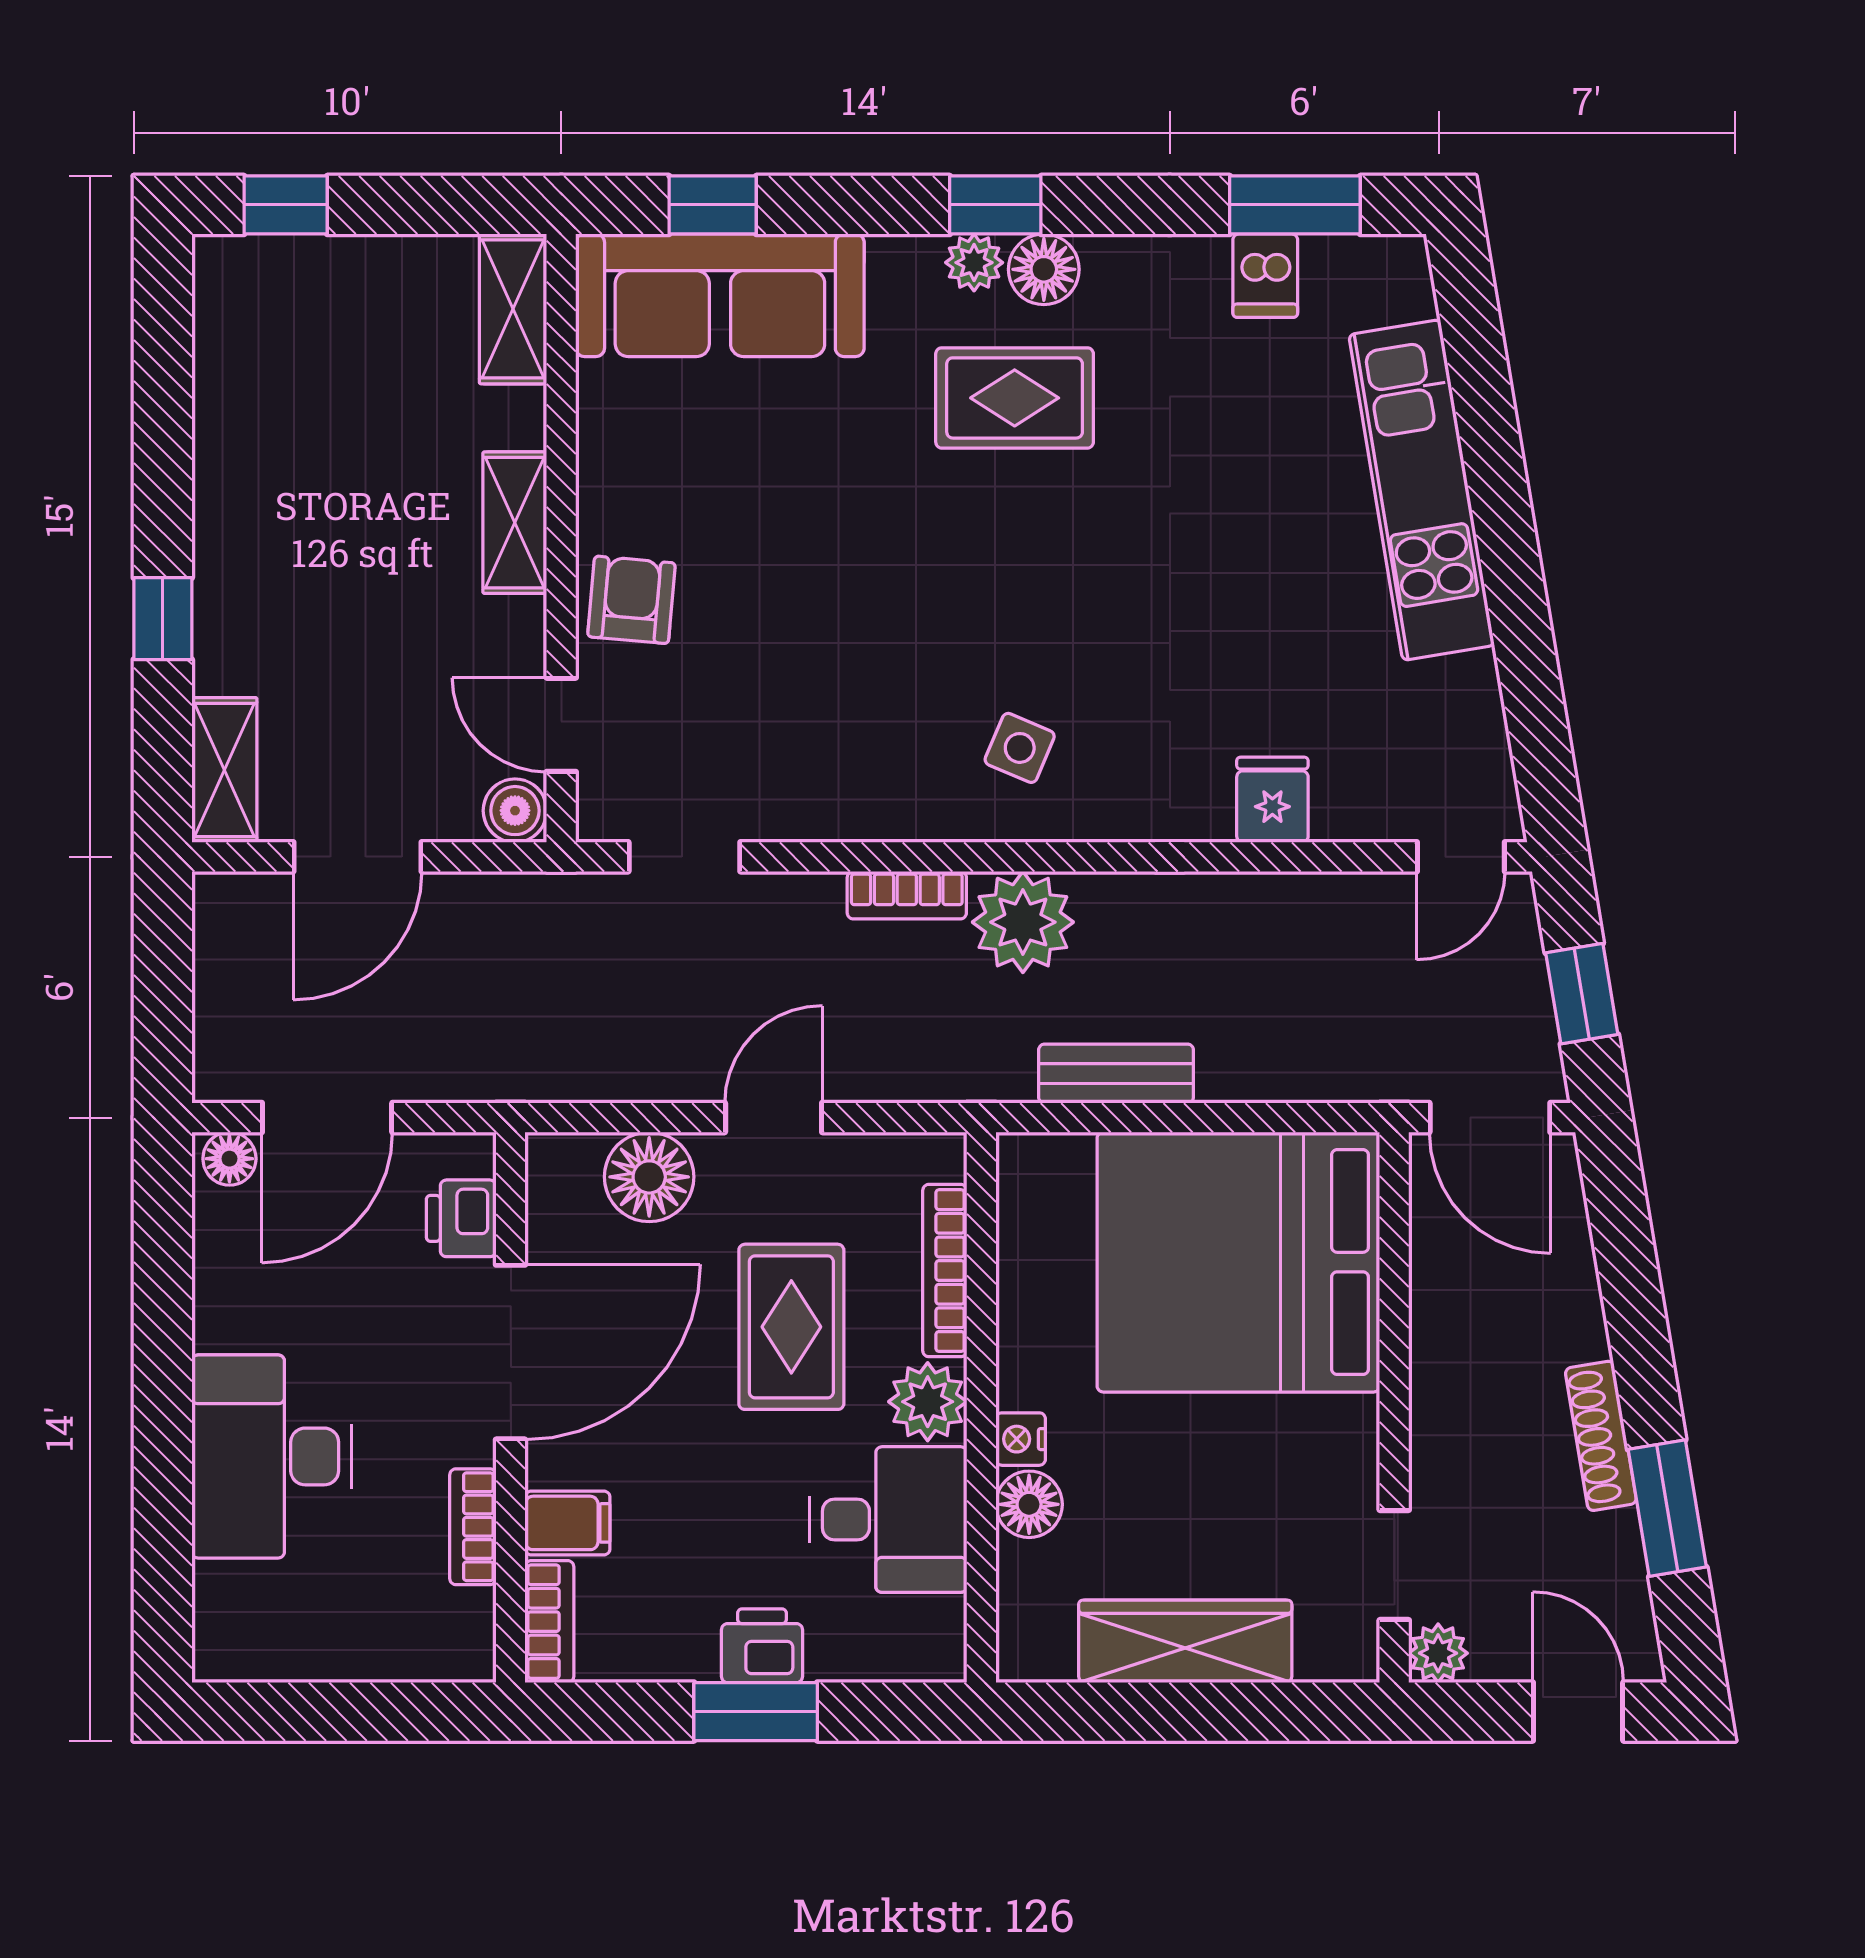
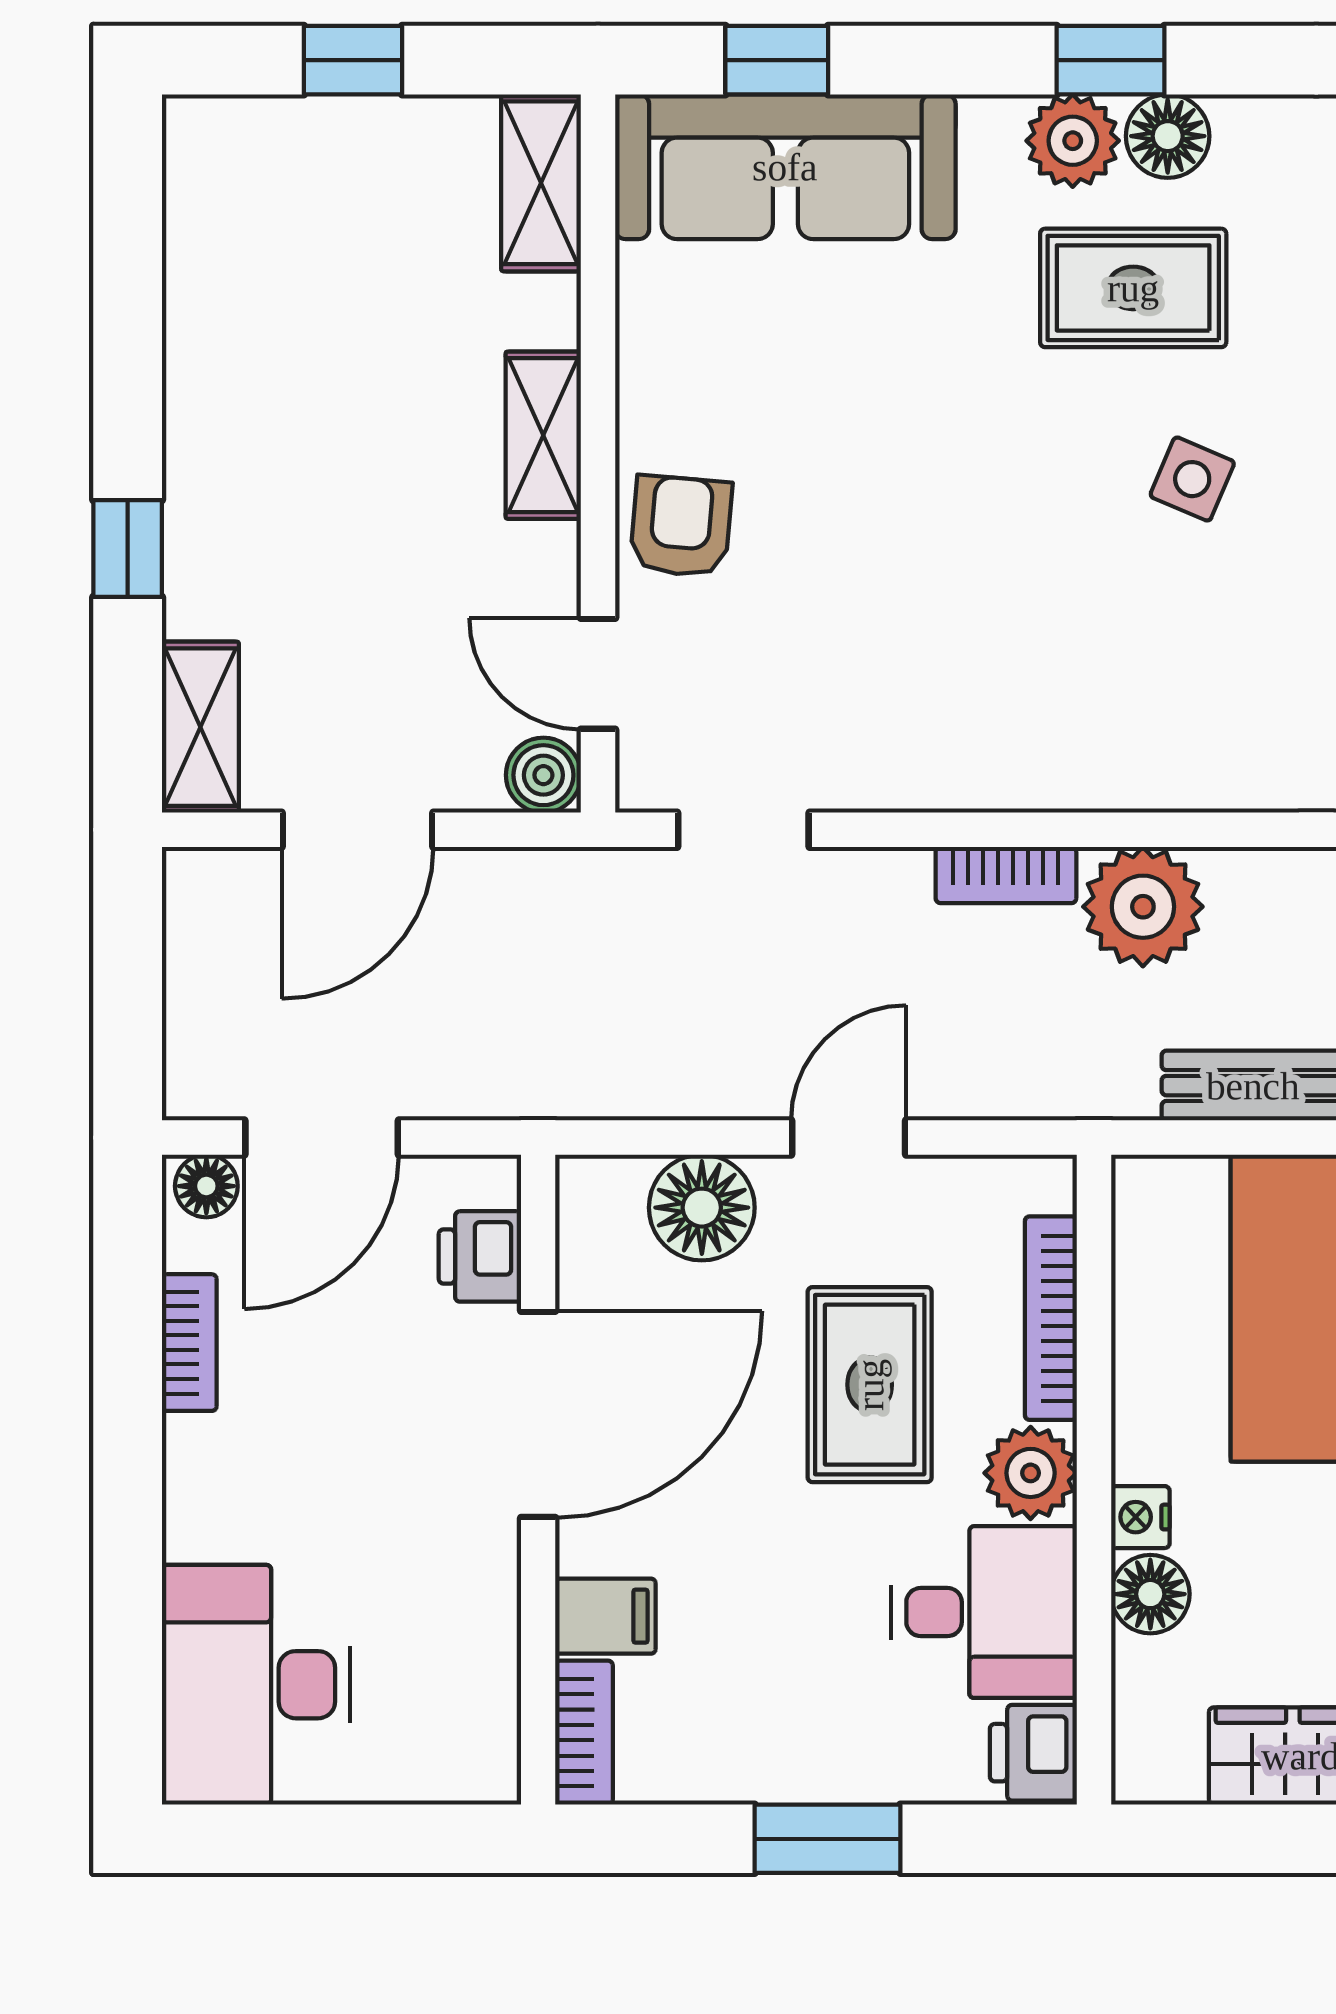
window: (286, 205) -> (353, 60), moved
plant: (974, 263) -> (1073, 141), width x1.38, depth x1.38
side table: (1020, 748) -> (1192, 479), moved
desk: (272, 1456) -> (256, 1685), moved
bookcase: (473, 1527) -> (189, 1343), moved, turned 180
printer: (762, 1646) -> (1033, 1753), moved, turned -90

